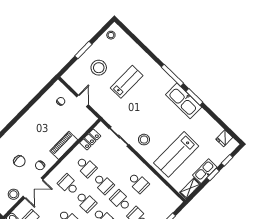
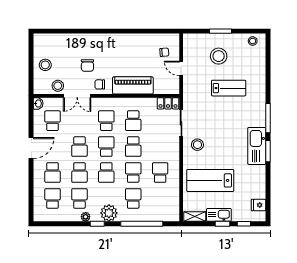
door: (82, 101) -> (181, 68), swing flipped
locker: (90, 139) -> (168, 103), moved
piano: (64, 145) -> (133, 85), width x1.37, depth x1.33
school desk: (138, 183) -> (160, 172), turned 180
school desk: (86, 202) -> (106, 147), turned 180

